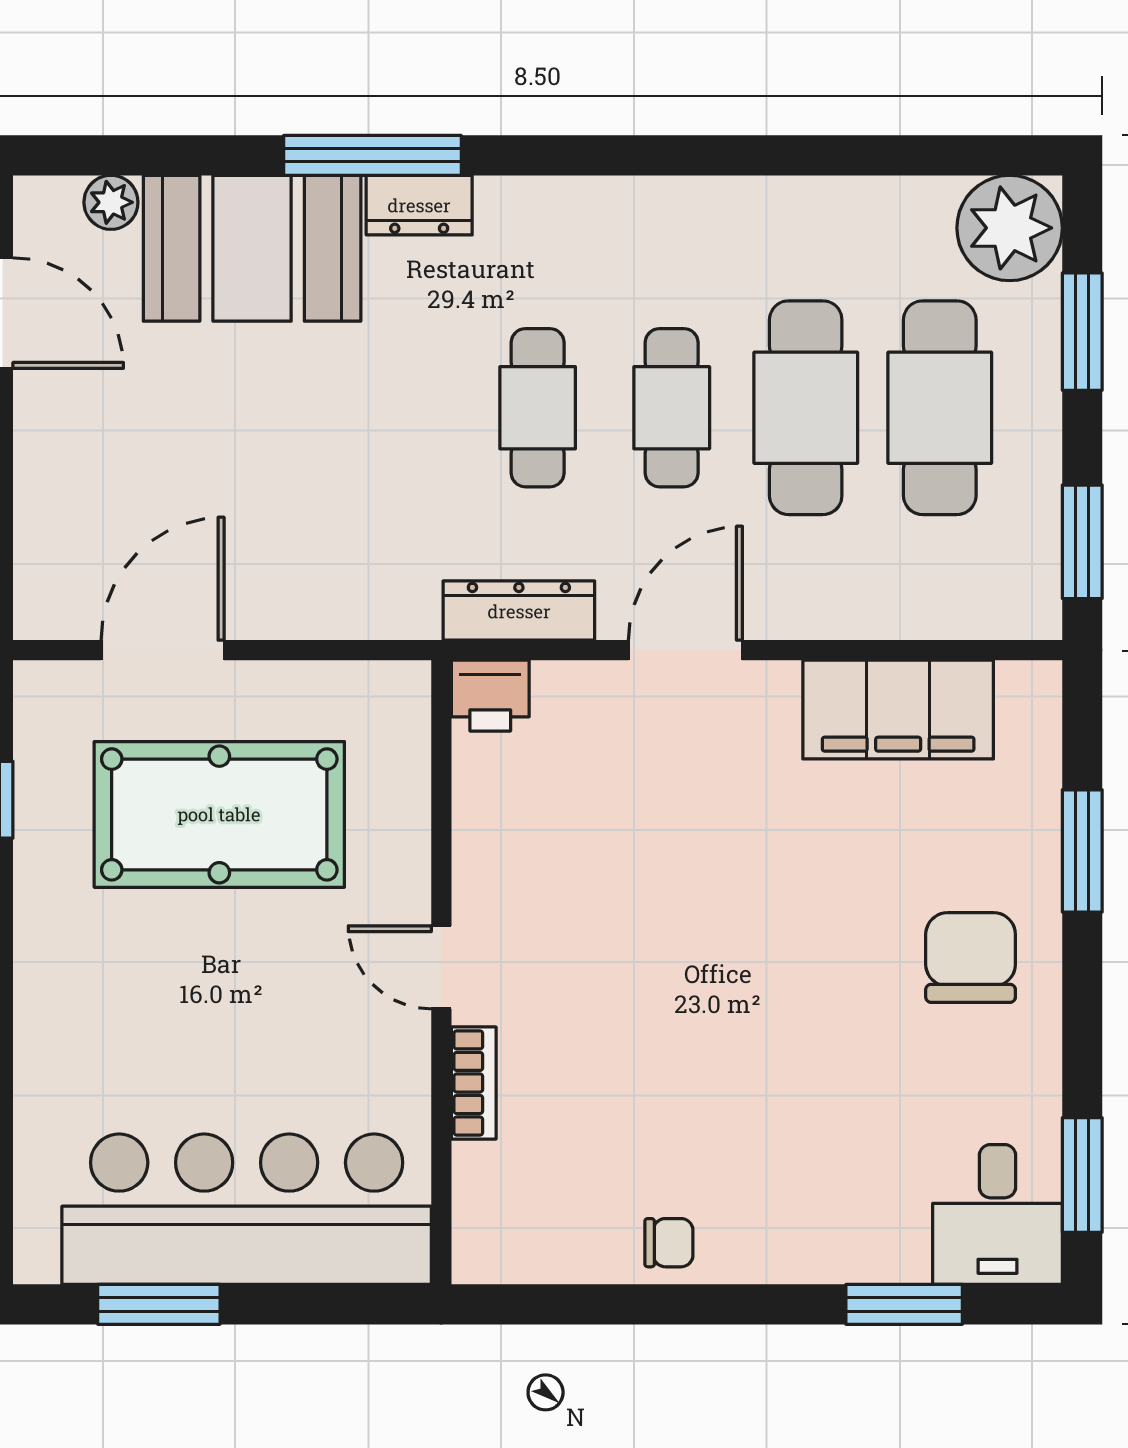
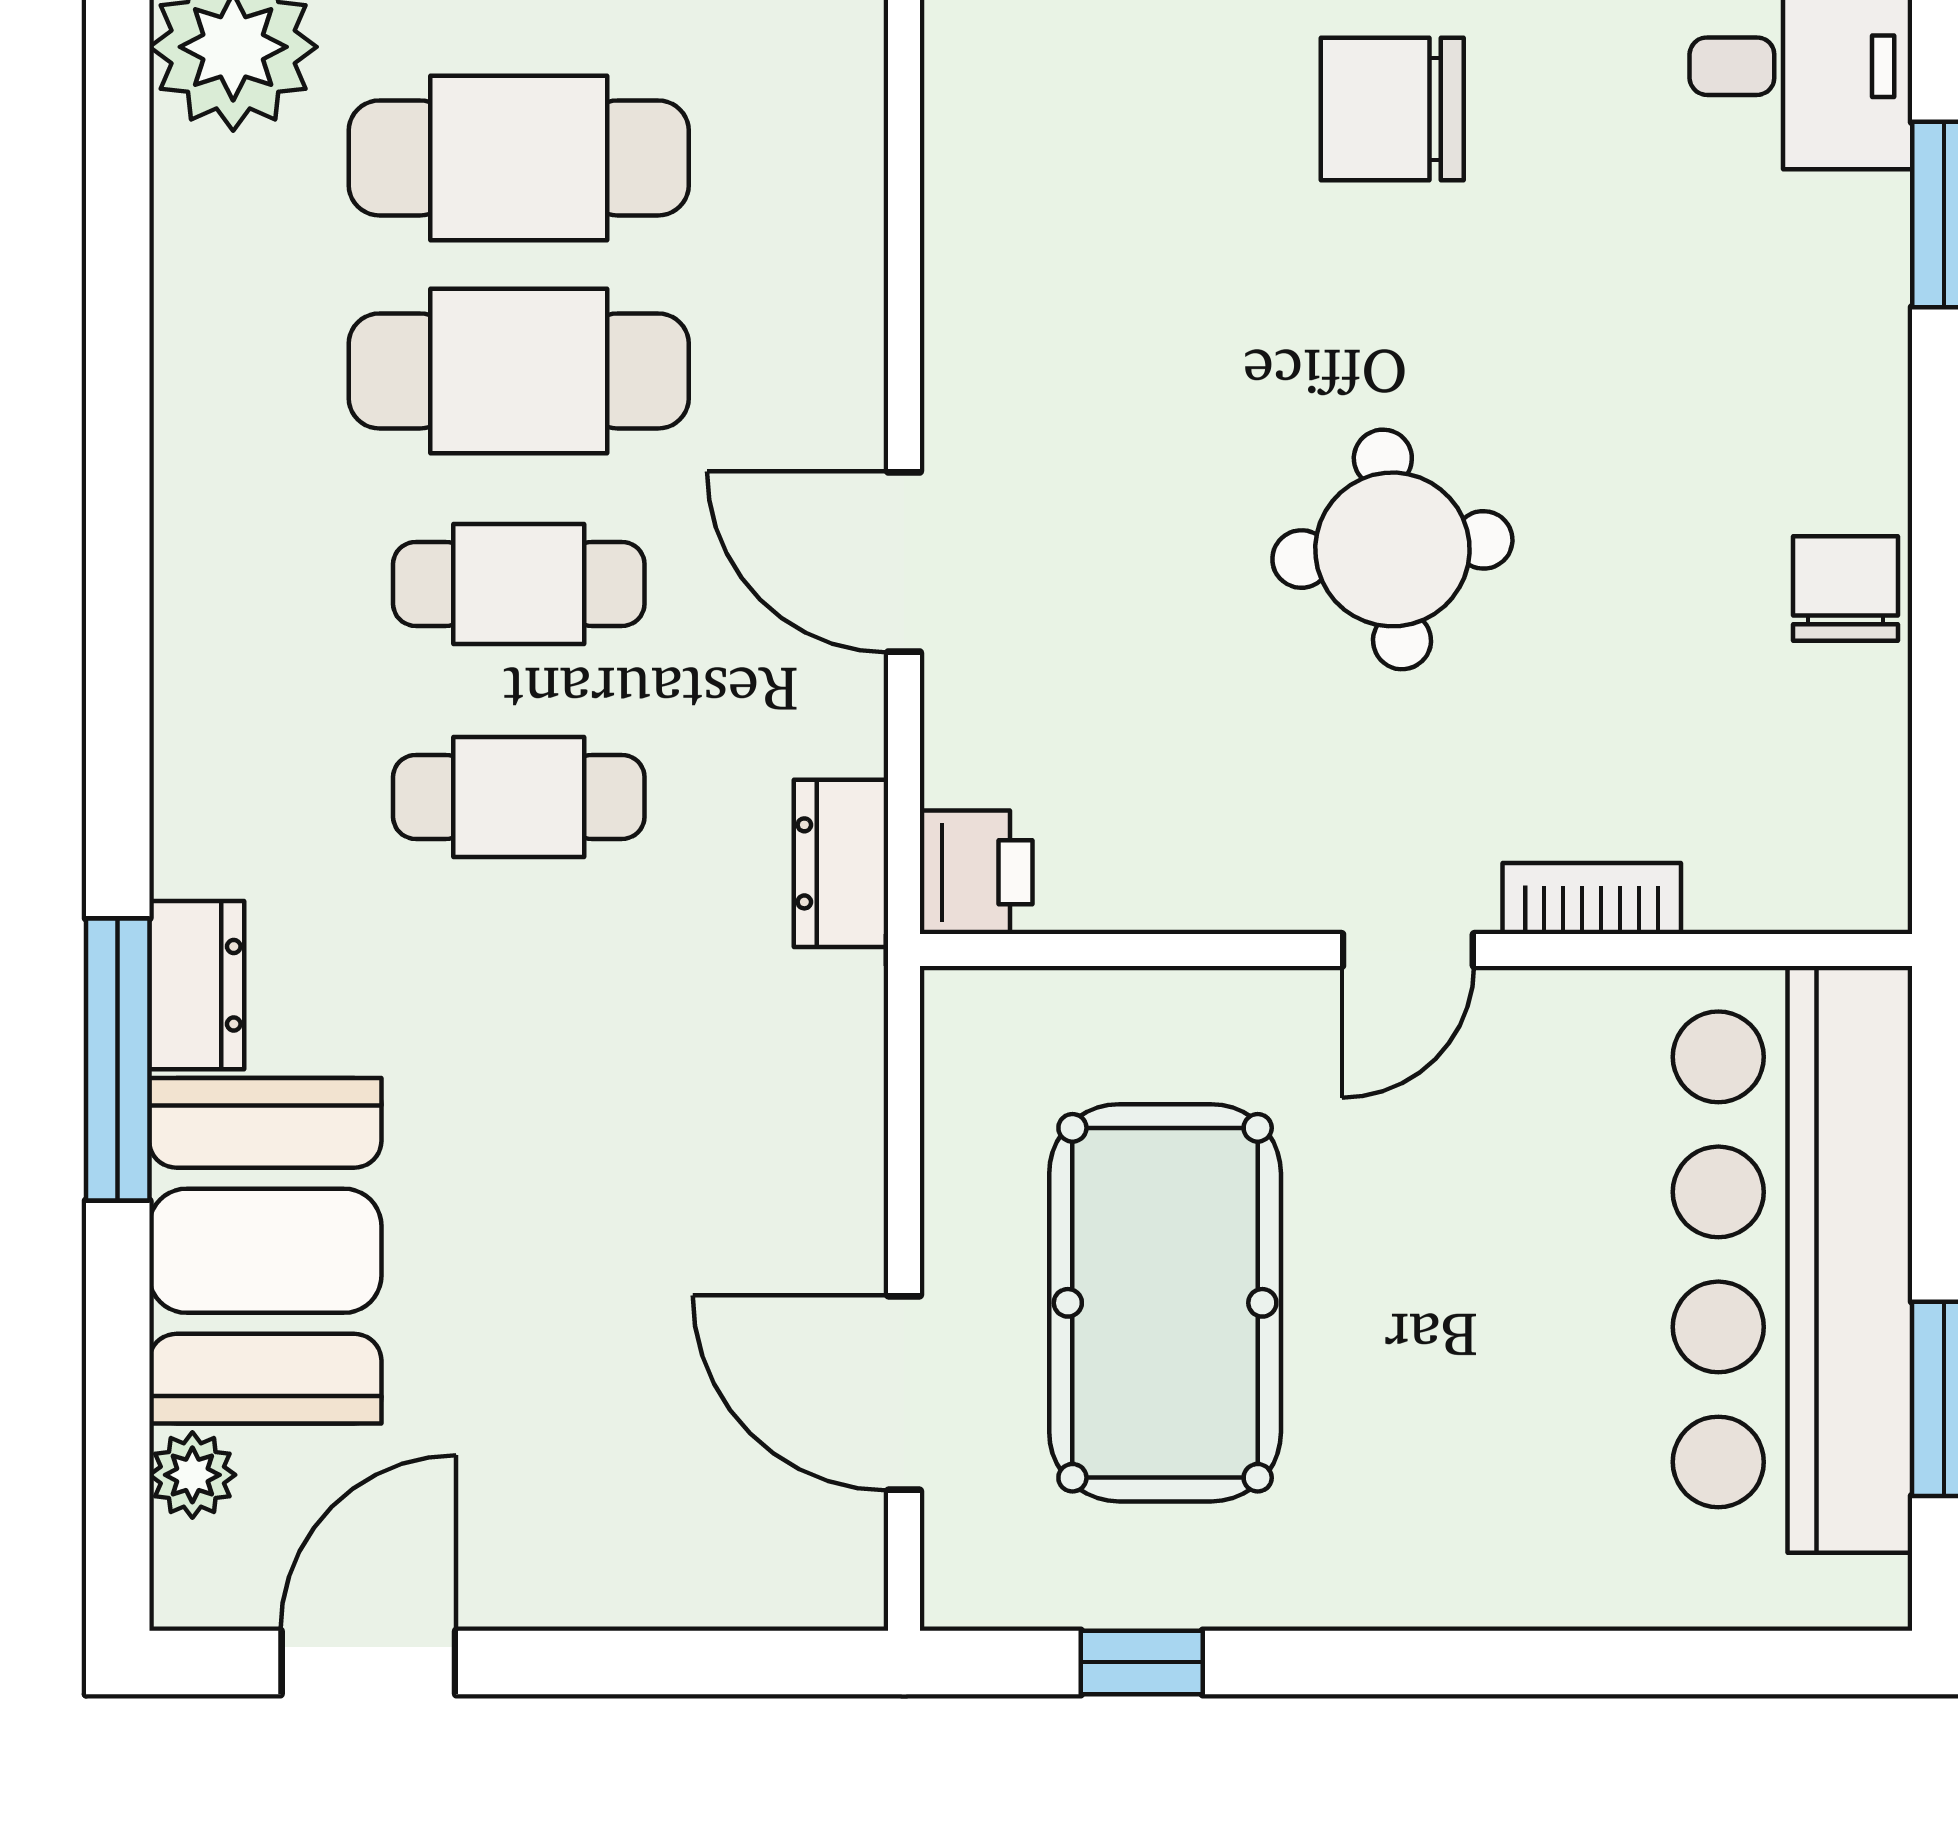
dresser: (519, 611) -> (841, 863), width x0.70
filing cabinet: (898, 710) -> (998, 224), removed
round table: (693, 958) -> (1392, 549), added
chair: (669, 1243) -> (1846, 588), width x1.37, depth x1.37

